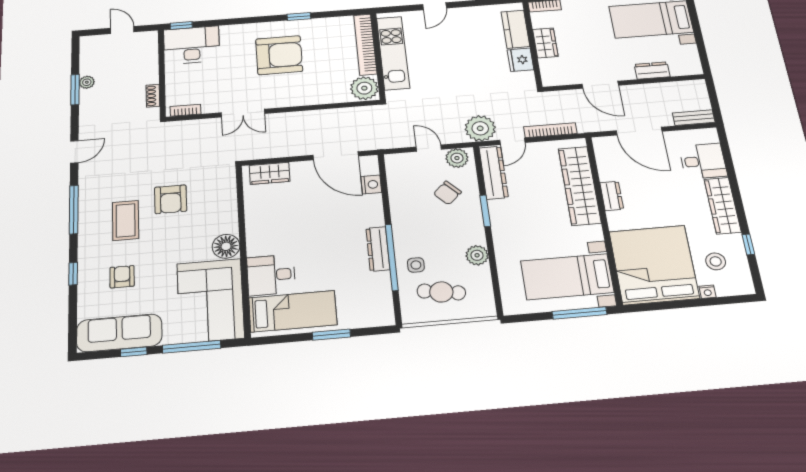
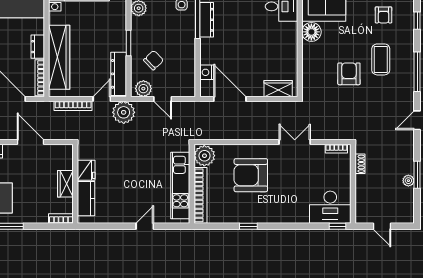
armchair: (279, 55) -> (251, 175), moved
bookcase: (602, 159) -> (40, 78), added

